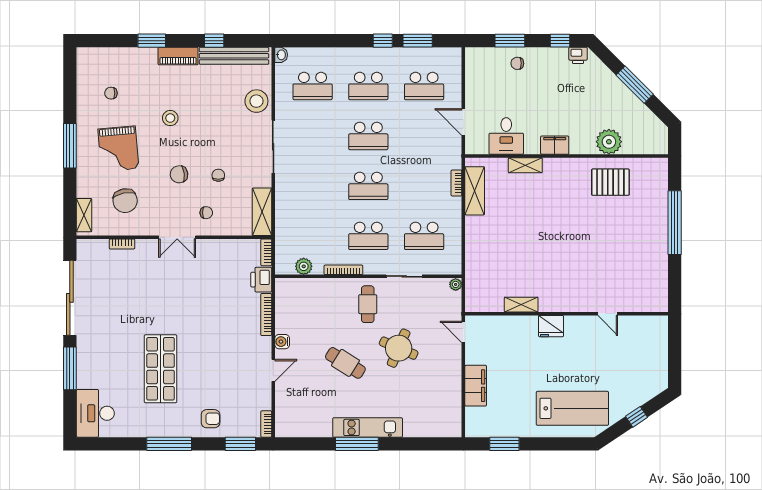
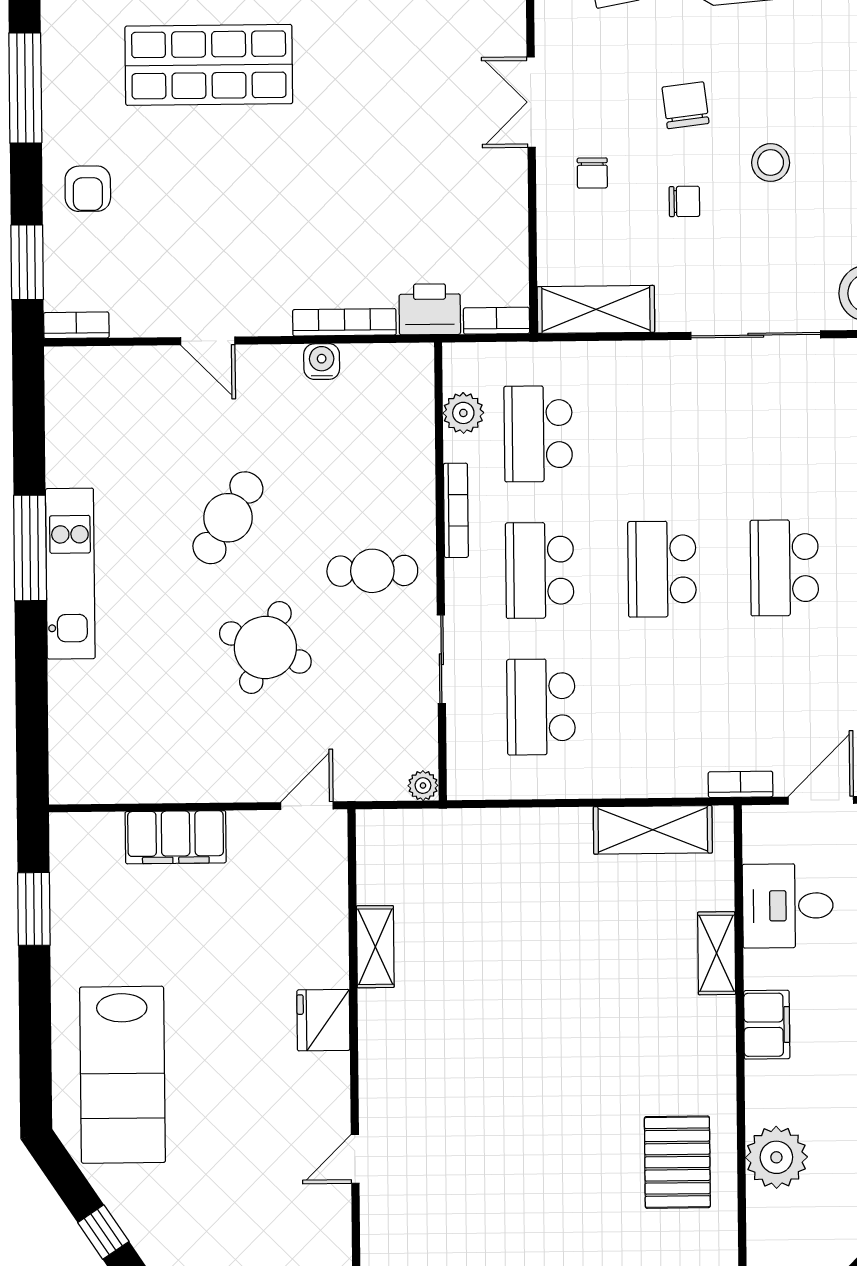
stool: (170, 118) -> (771, 163), moved
bookcase: (456, 183) -> (741, 784), moved
school desk: (313, 236) -> (538, 434), added
water cooler: (282, 342) -> (322, 362), moved

